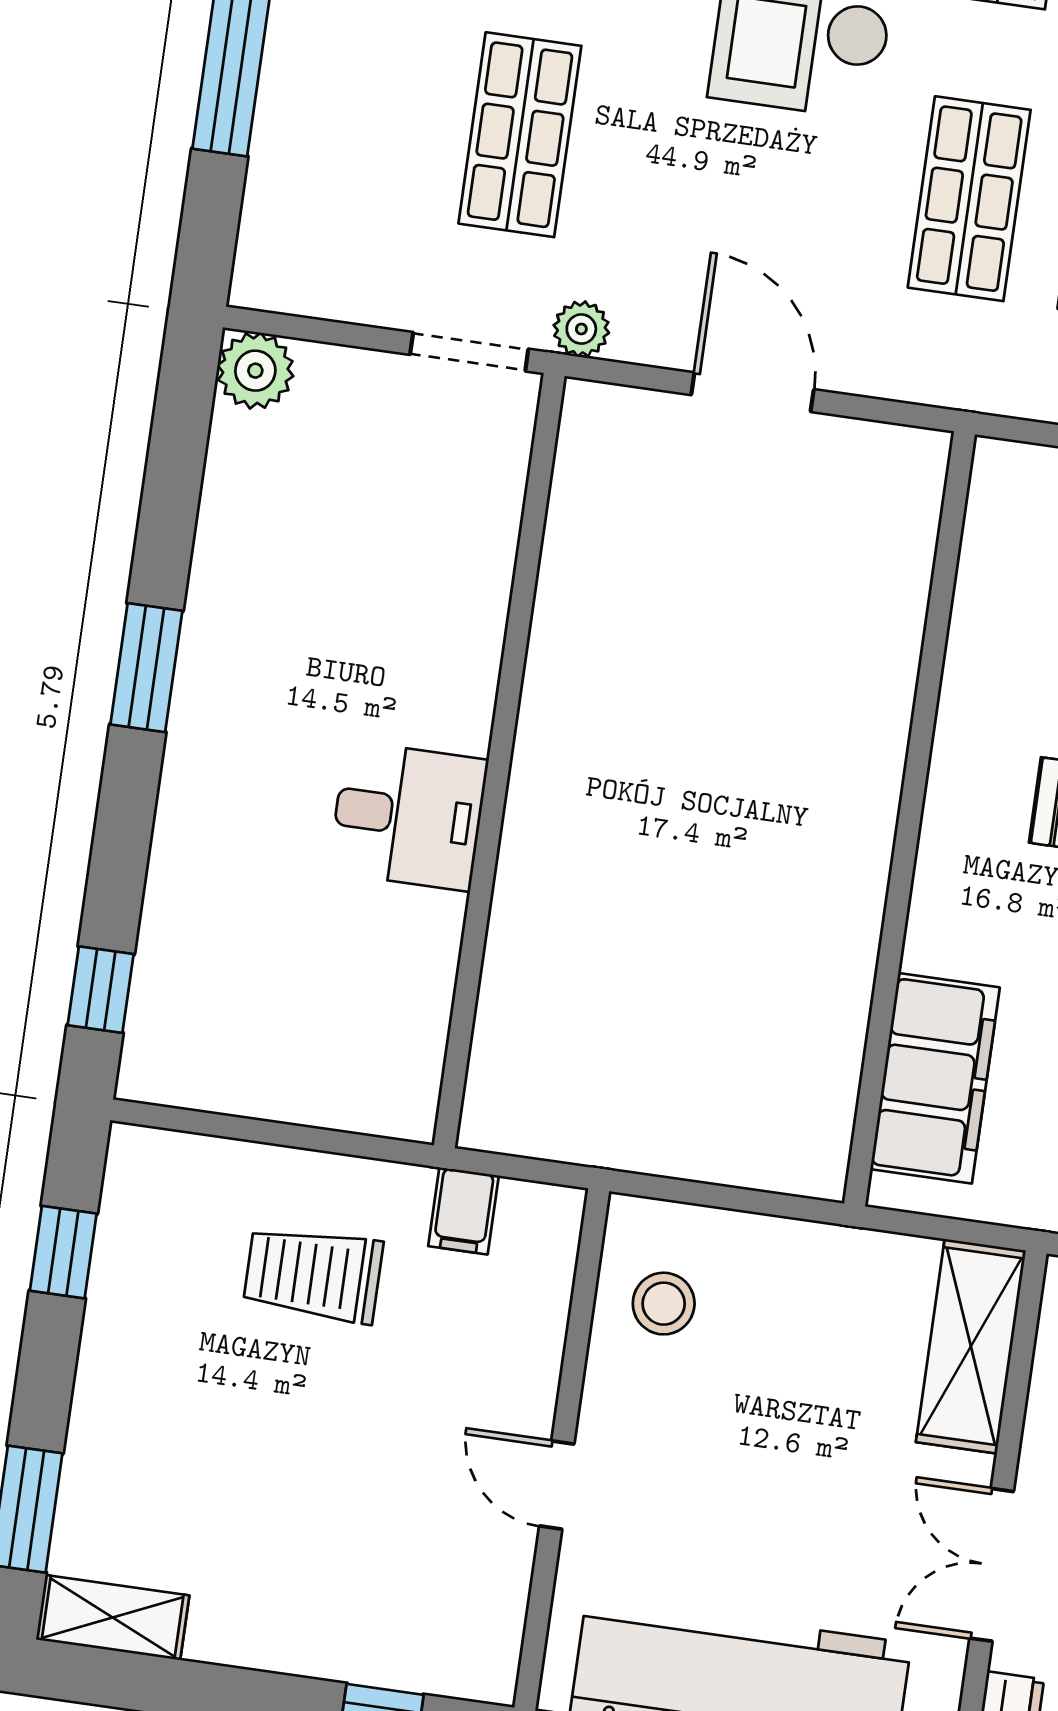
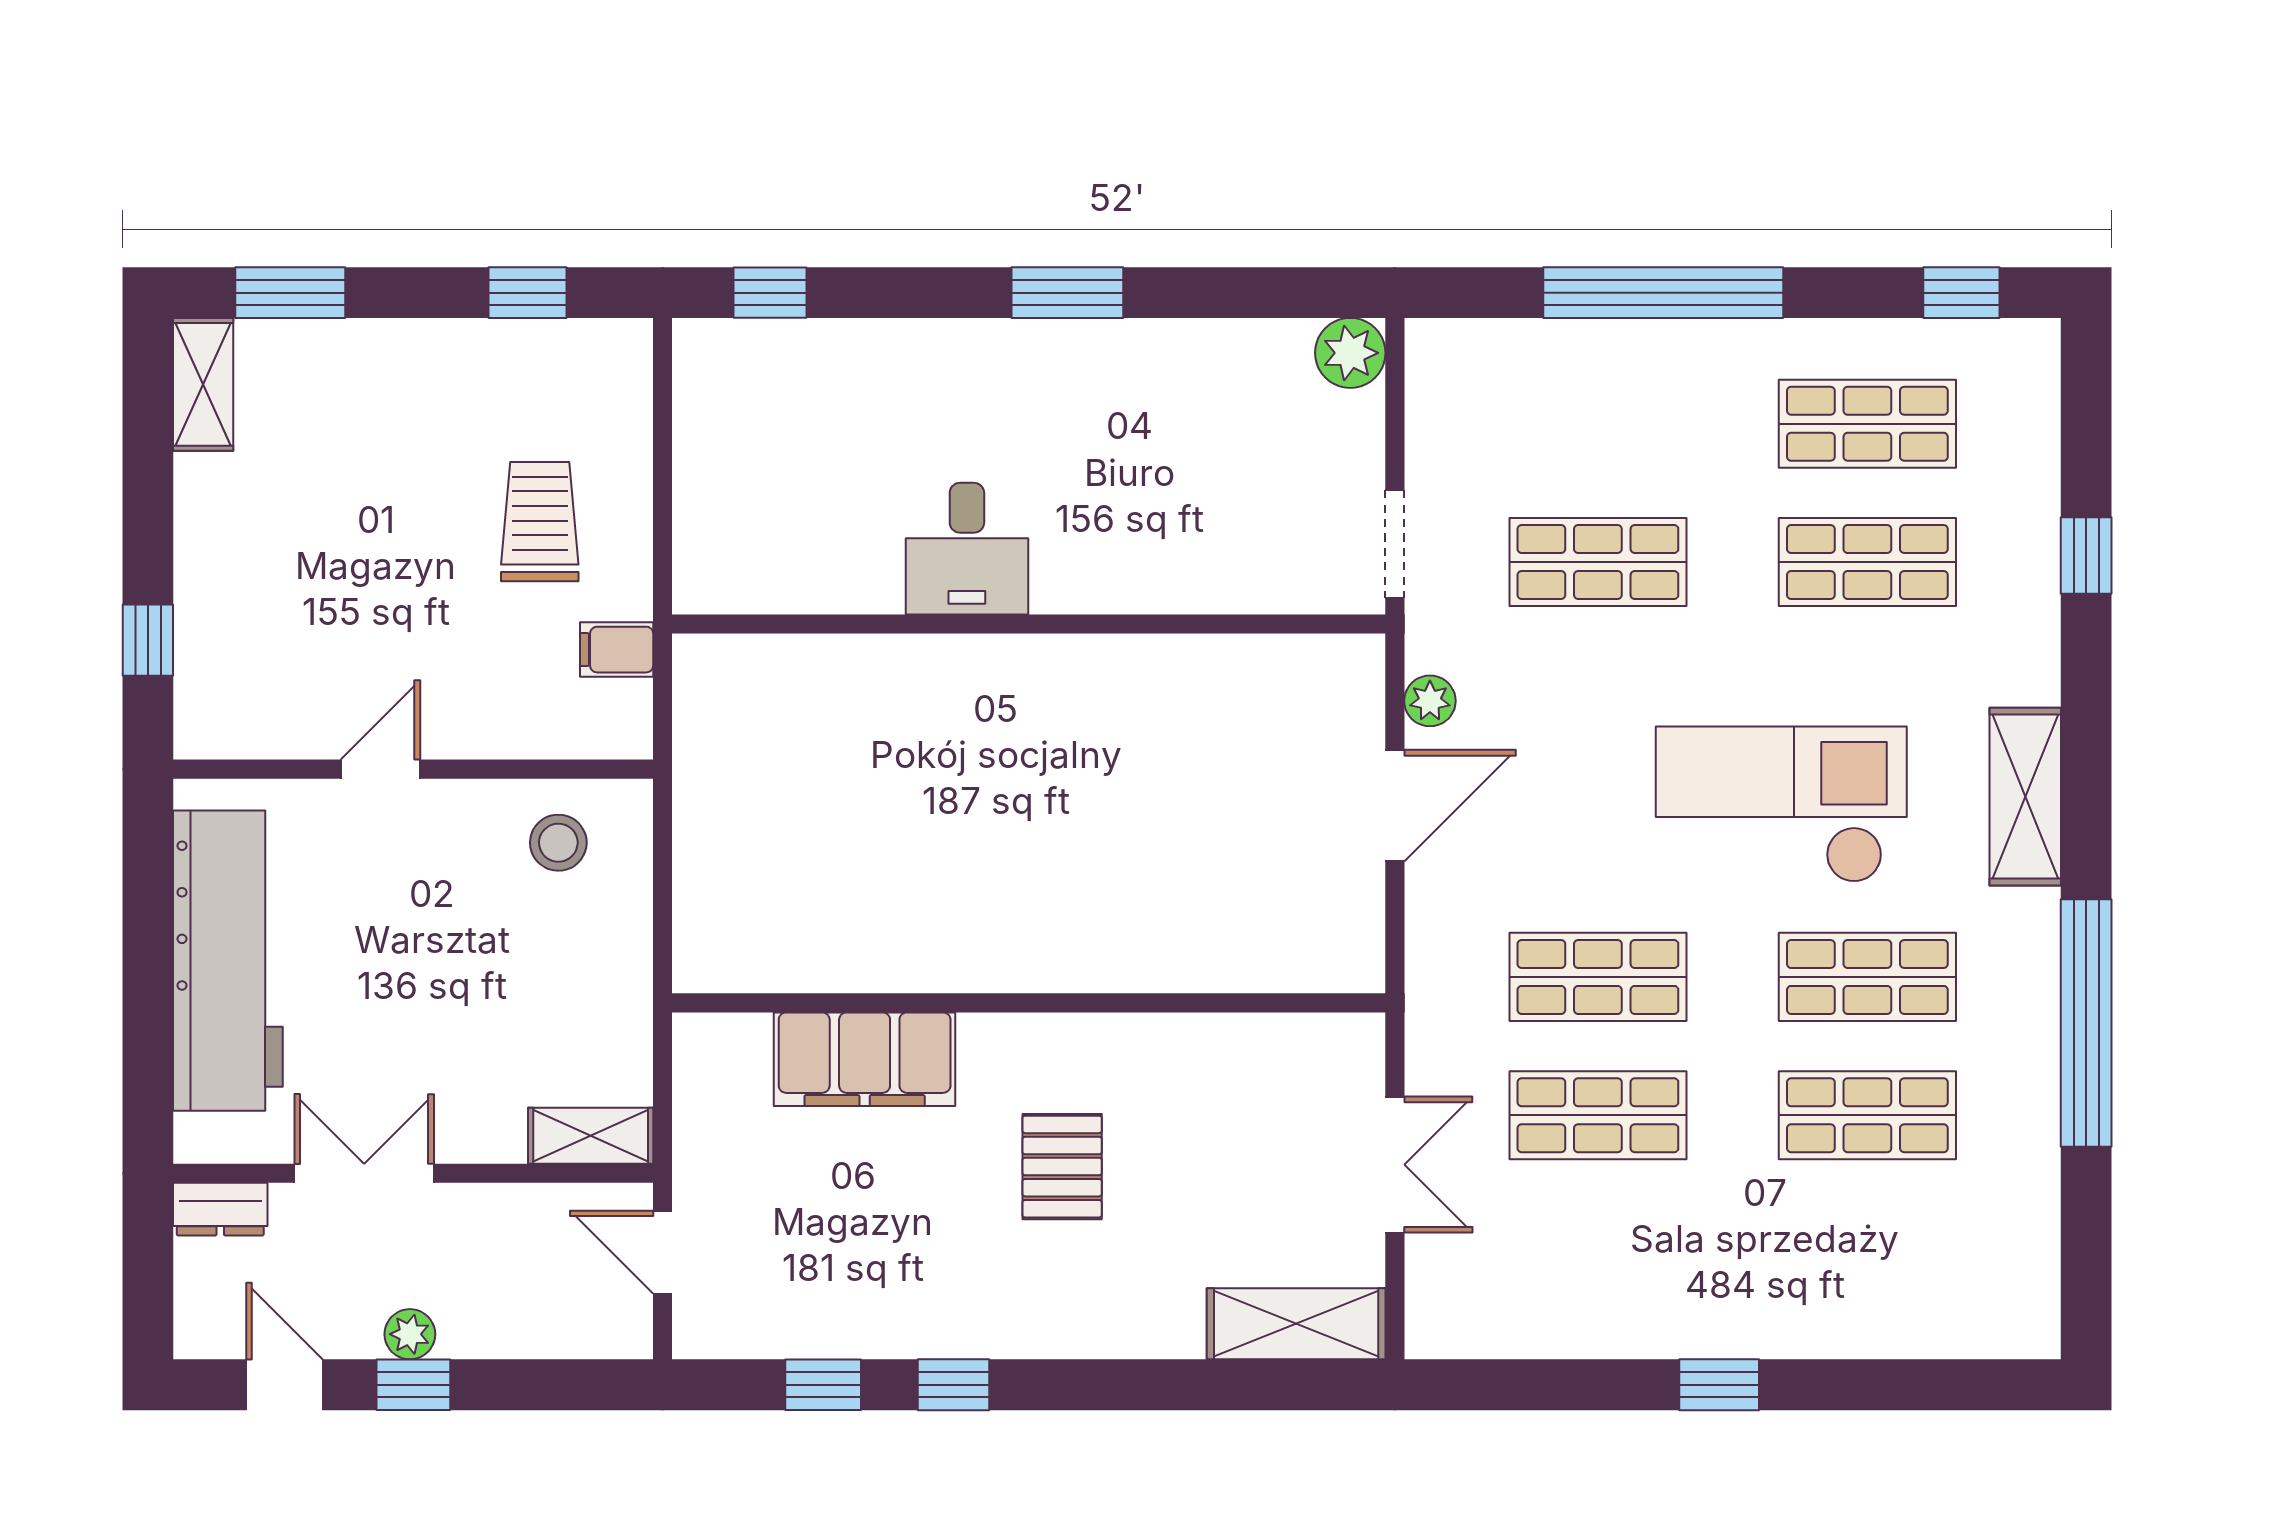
plant: (581, 329) -> (1430, 701), moved
filing cabinet: (935, 1078) -> (865, 1059), moved
shelving: (971, 1346) -> (591, 1136), width x0.67, depth x0.75

